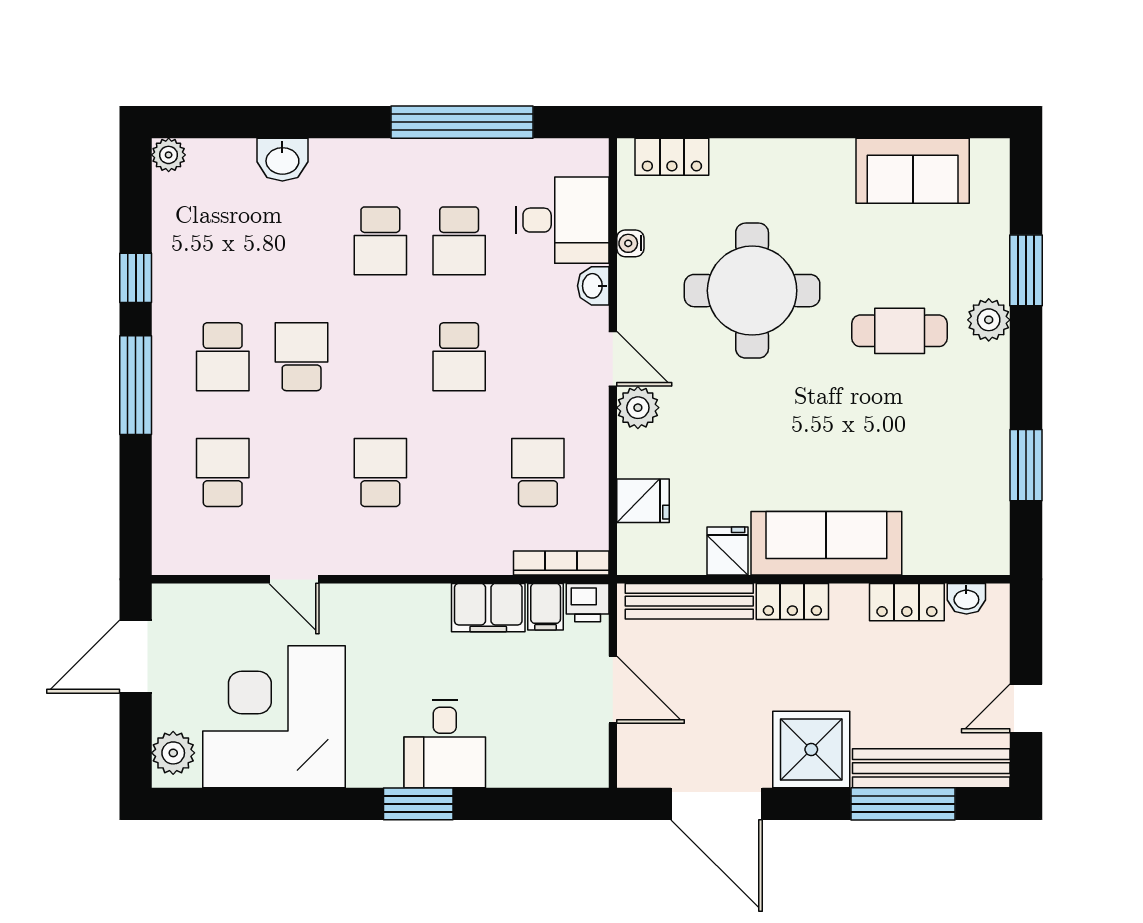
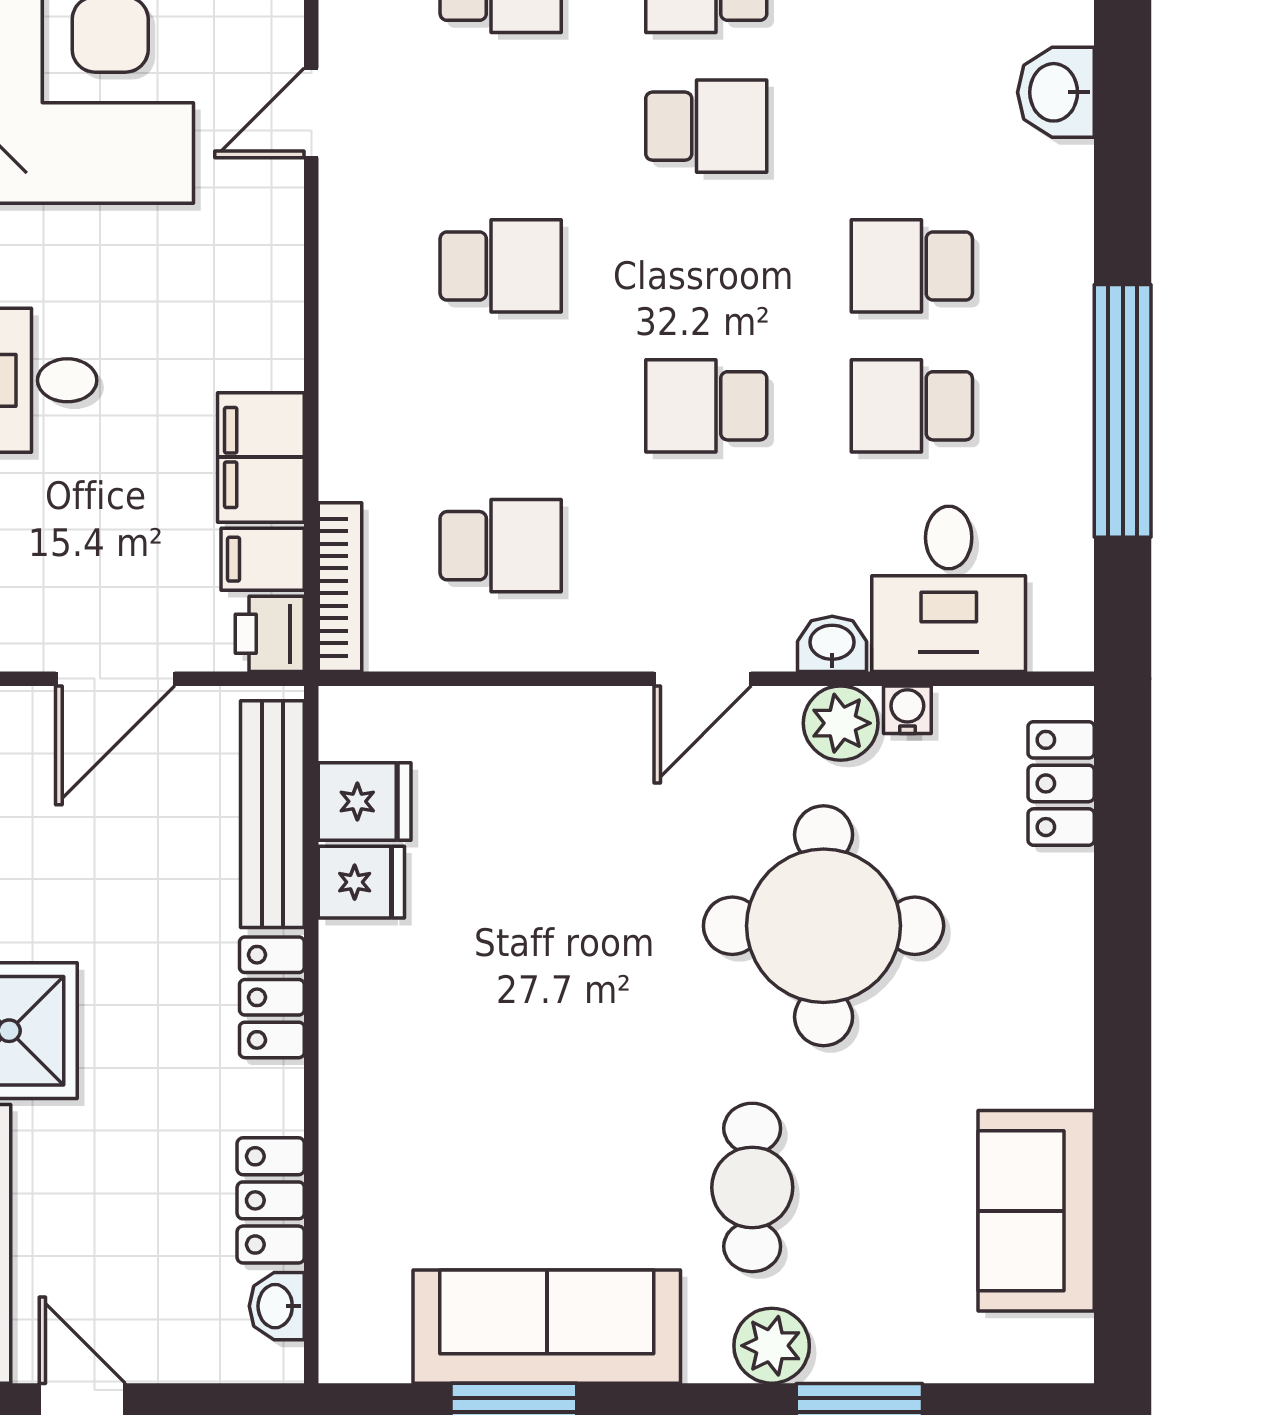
plant: (638, 408) -> (841, 723), moved
fridge: (643, 501) -> (365, 801), moved, turned -90
sofa: (826, 543) -> (547, 1327), moved, turned -90

